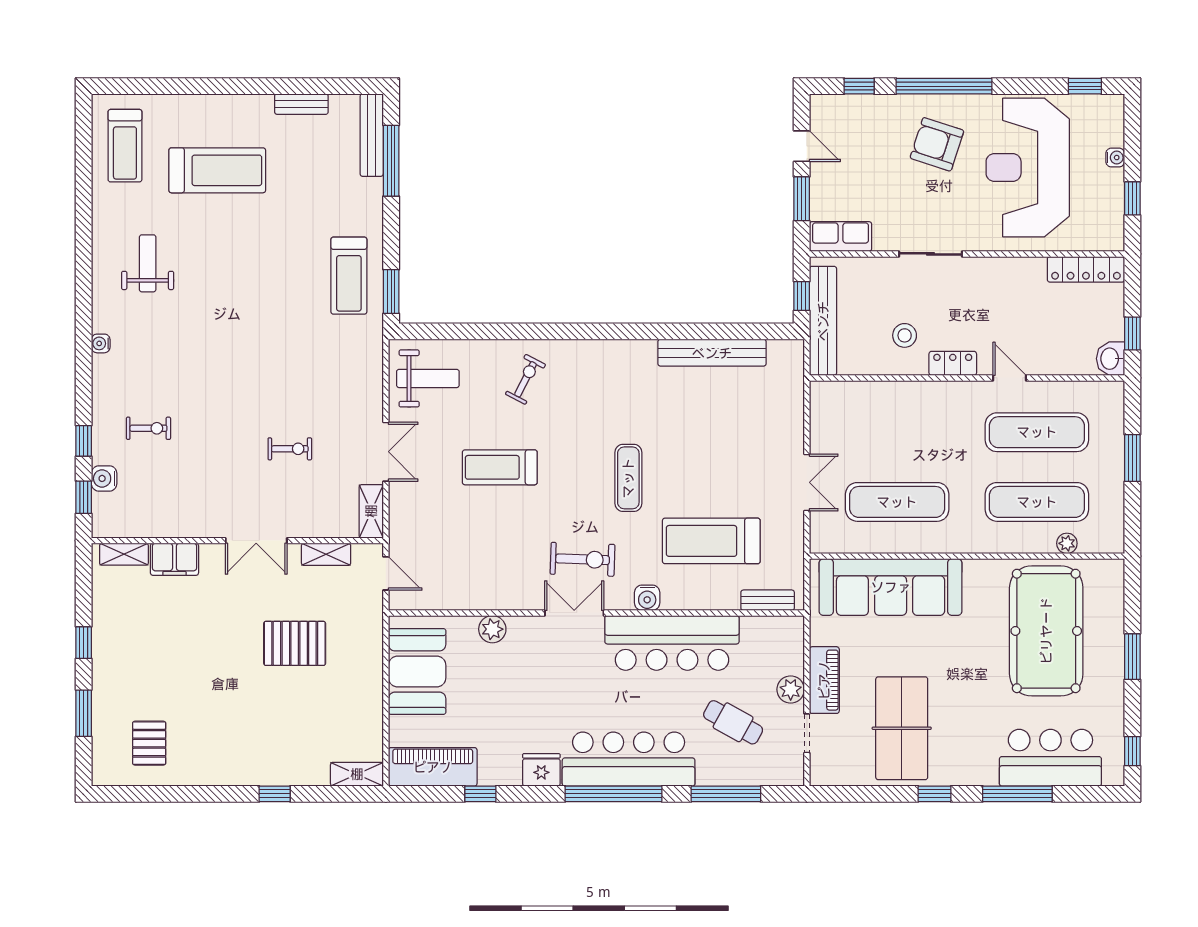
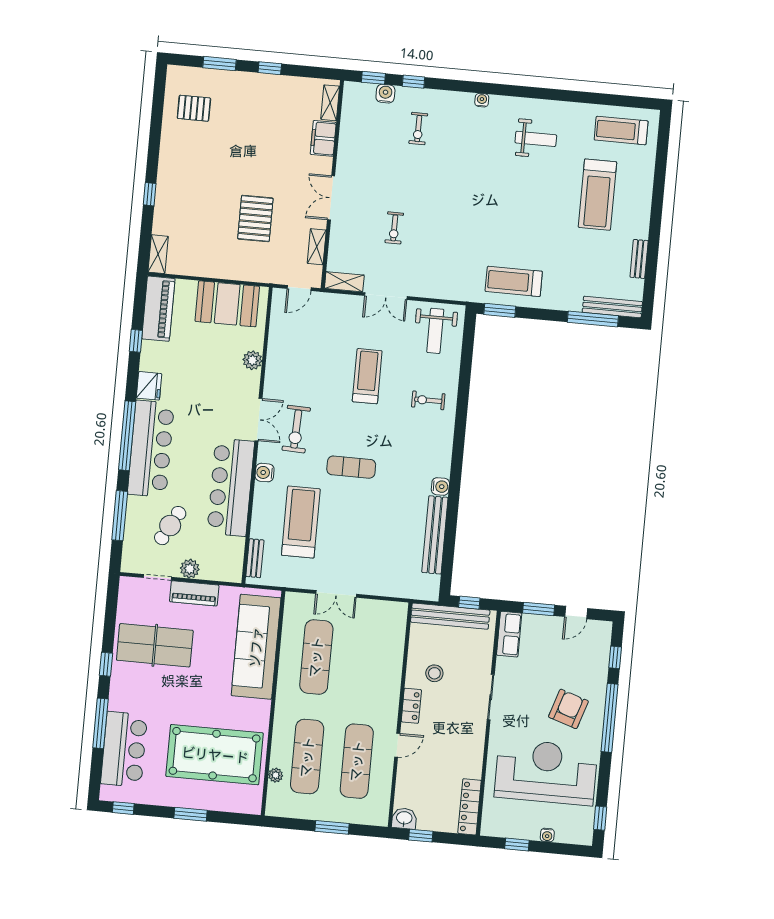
water cooler: (644, 351) -> (440, 486), added
exercise bike: (525, 379) -> (428, 400), turned 153

